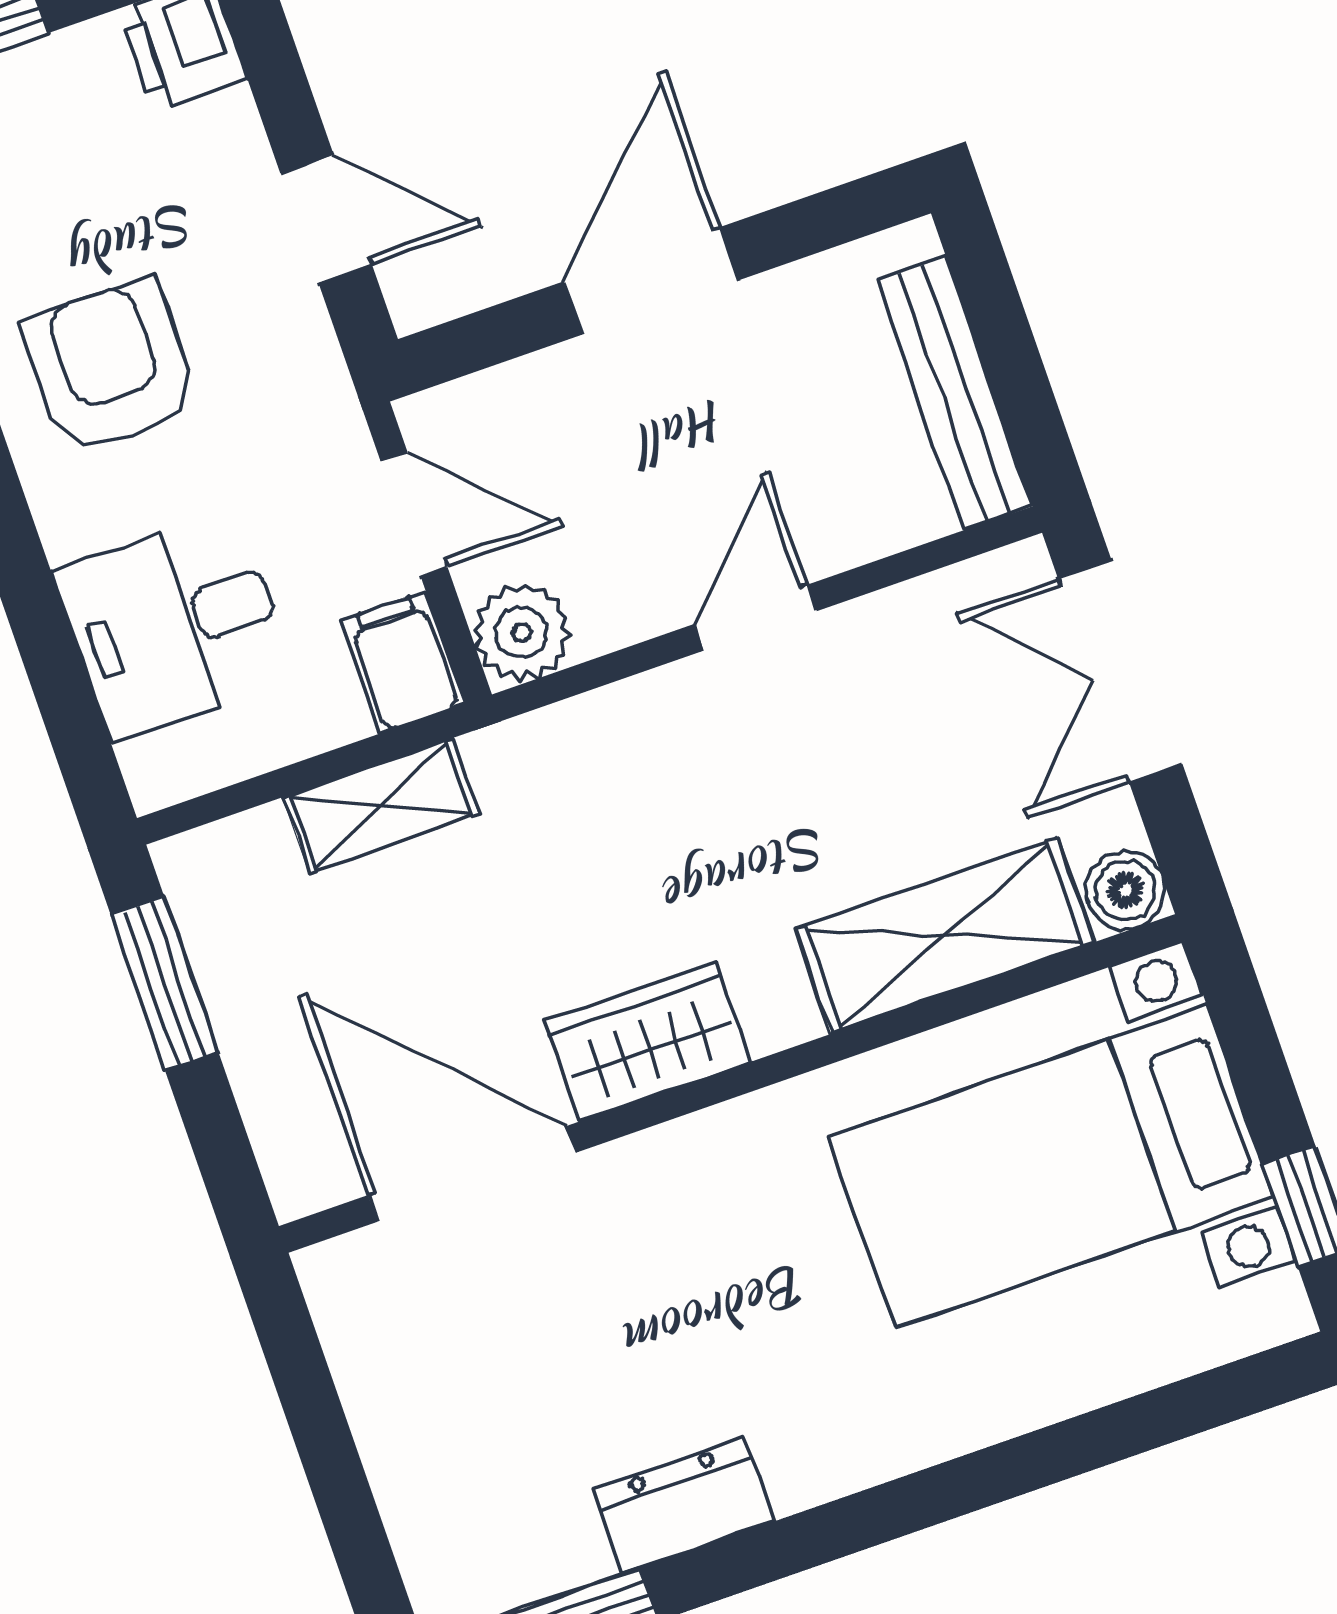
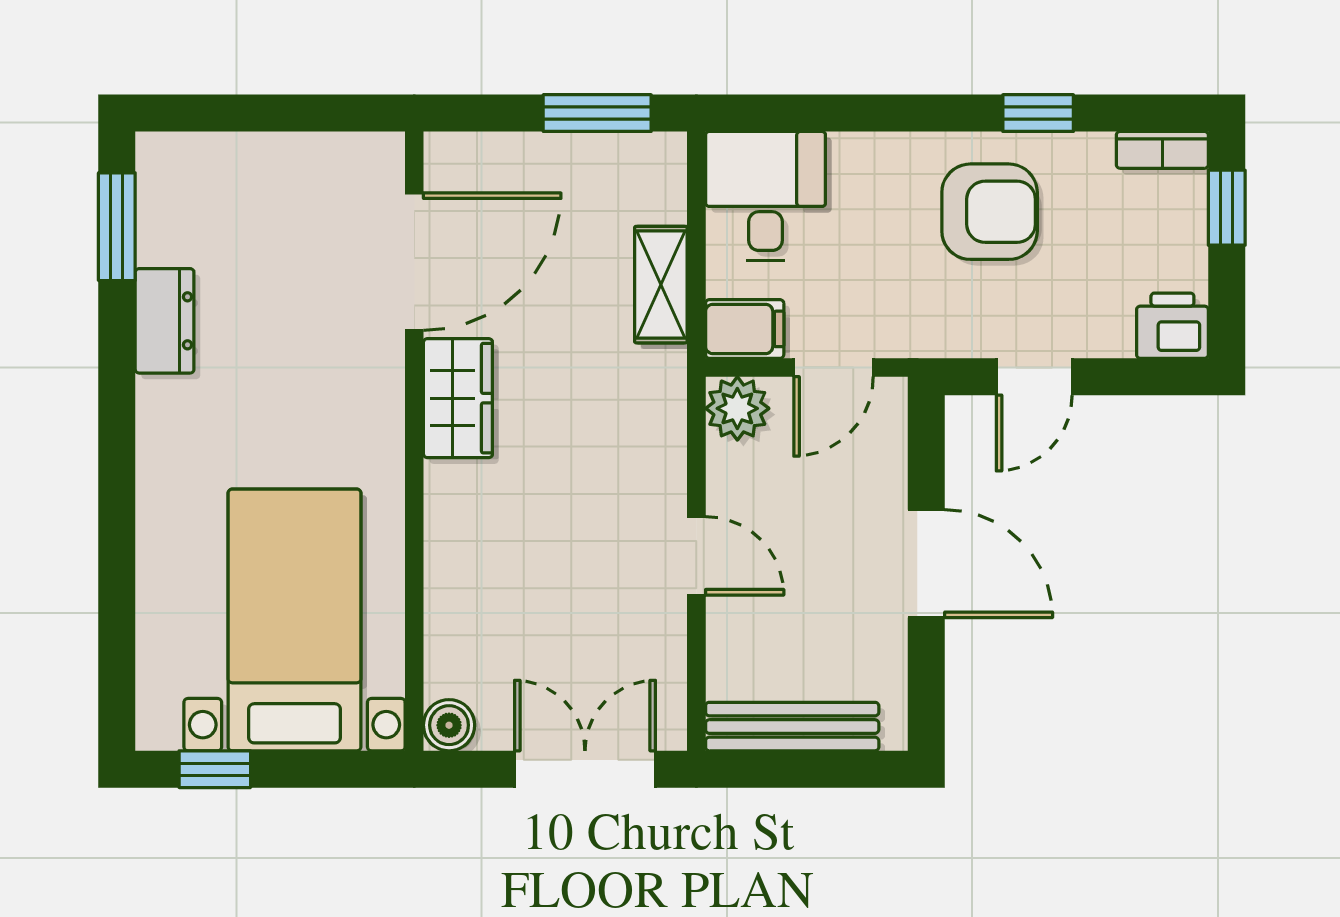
desk: (175, 625) -> (766, 196), moved
shelving: (944, 936) -> (460, 604), removed

